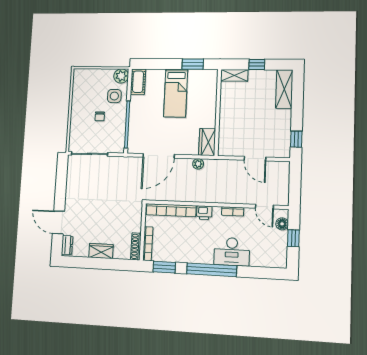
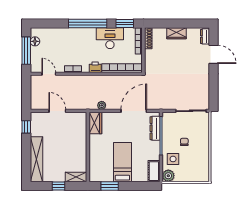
shelving: (284, 89) -> (36, 159), width x1.47
dresser: (134, 134) -> (155, 128), added
floor lamp: (282, 224) -> (35, 41), moved
window: (293, 238) -> (26, 51), width x2.17
desk: (232, 252) -> (110, 38), moved

